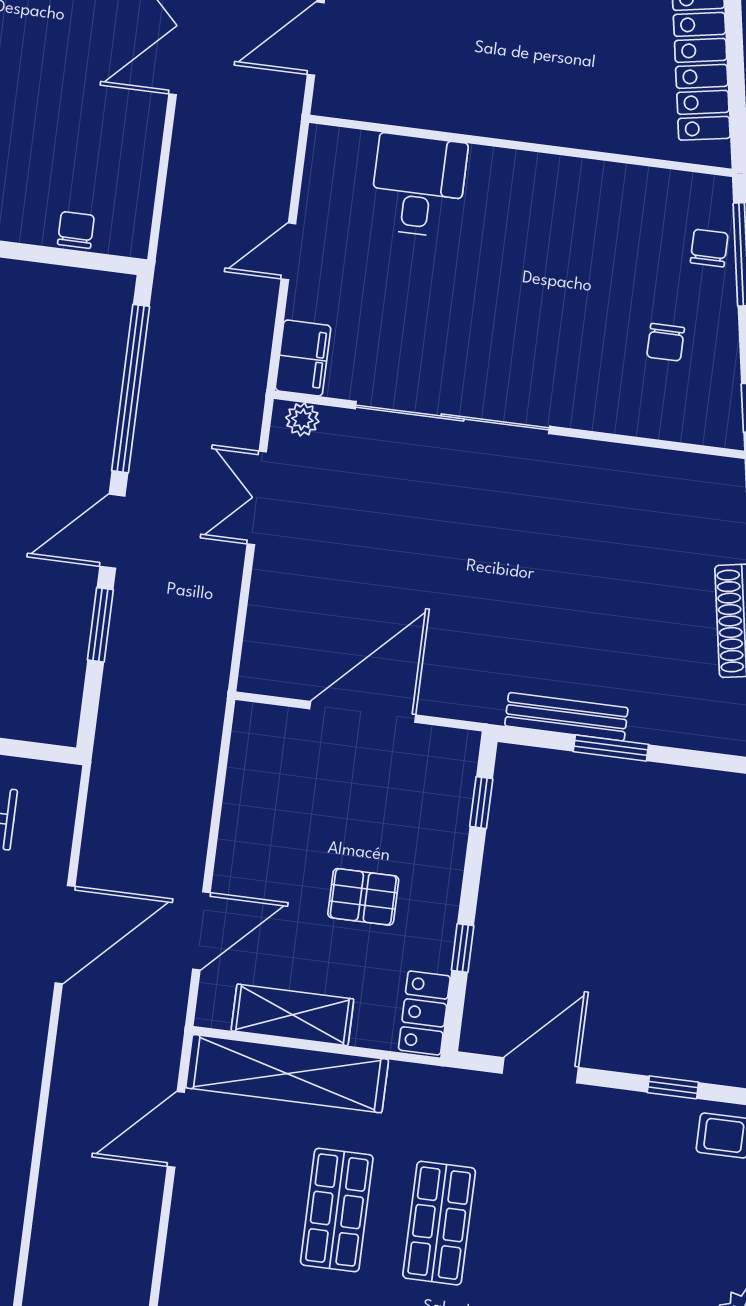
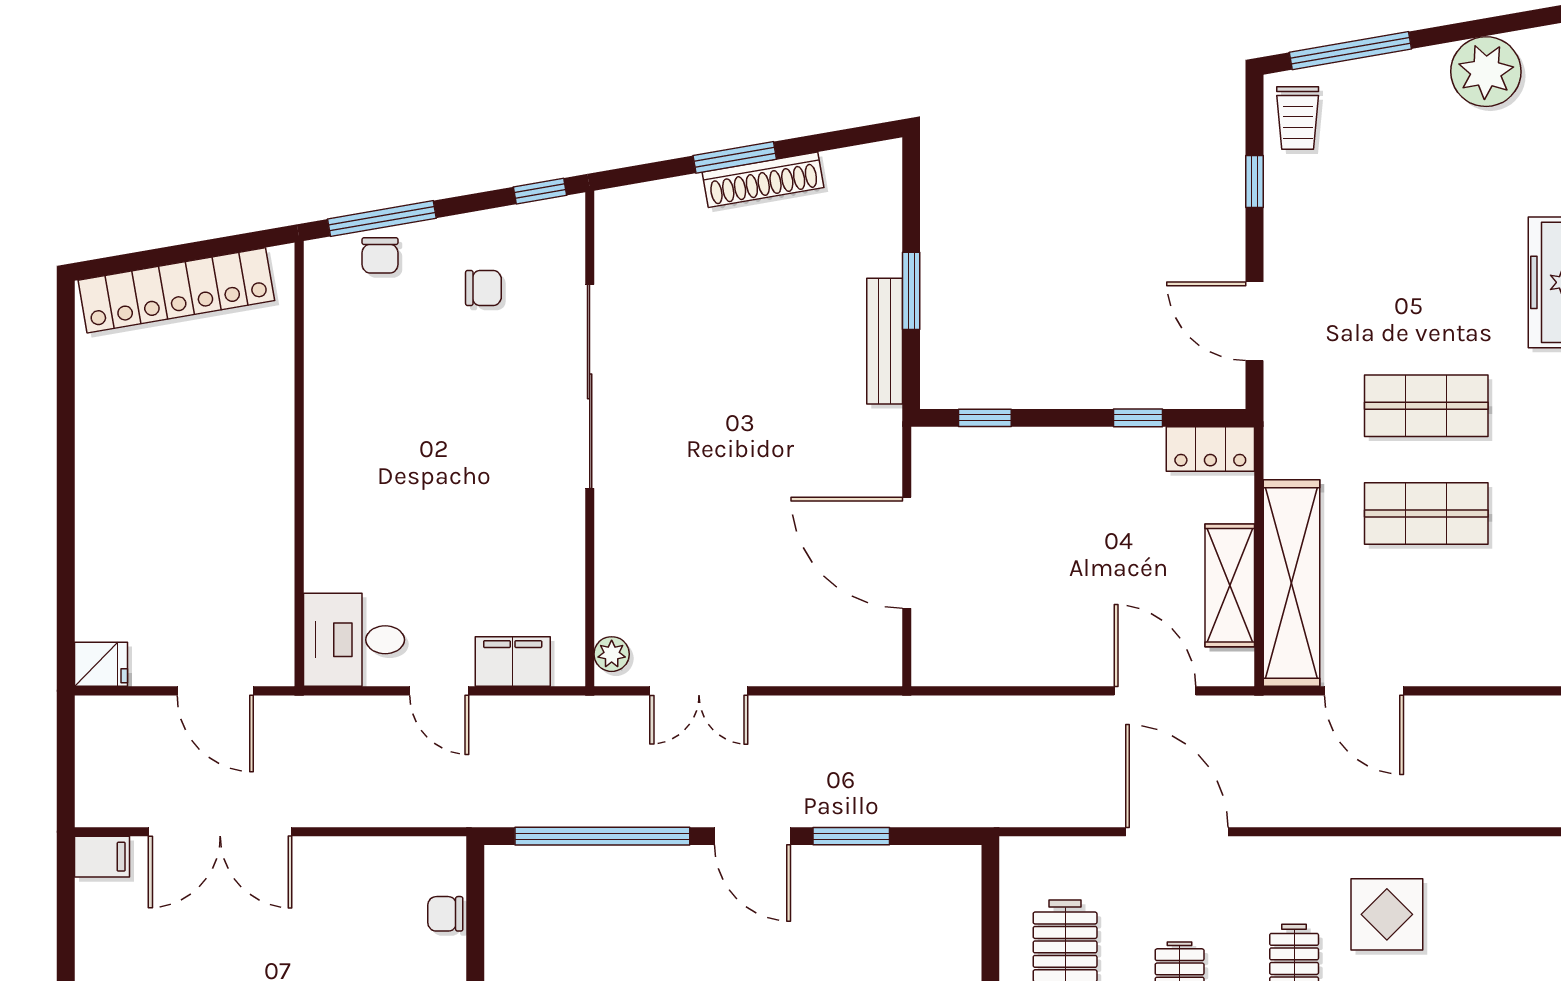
desk: (418, 186) -> (354, 640), moved
chair: (709, 248) -> (380, 255), turned -90
filing cabinet: (303, 358) -> (513, 662), moved
sliding door: (452, 417) -> (590, 386), moved
pallet: (363, 897) -> (1098, 528), removed

